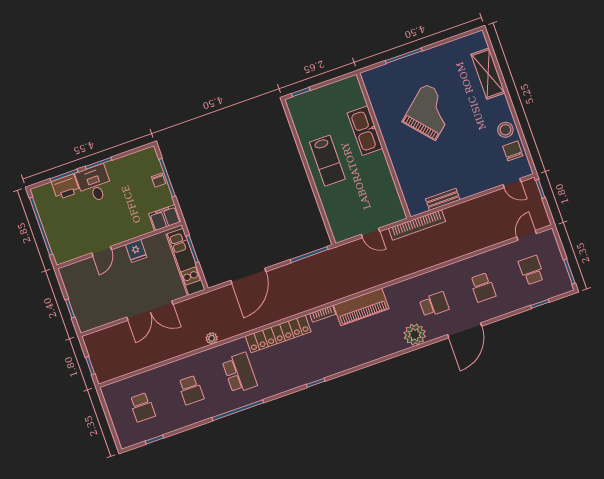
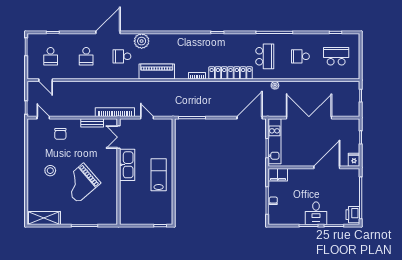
shelving: (488, 74) -> (44, 218), moved, turned 90
stool: (505, 130) -> (50, 171), moved
kitchen sink: (365, 131) -> (127, 165), moved
chair: (513, 151) -> (60, 134), moved
printer: (65, 187) -> (353, 215), moved, turned -90
double door: (400, 193) -> (119, 137), added
door: (527, 235) -> (46, 80), hinge flipped
door: (102, 251) -> (327, 167), width x1.87
fridge: (136, 251) -> (354, 160), moved
door: (248, 276) -> (250, 118), moved
school desk: (483, 287) -> (86, 56), turned 180
piano: (361, 307) -> (157, 71), moved
double door: (150, 311) -> (309, 118), width x1.36
school desk: (240, 373) -> (265, 56), turned 180
school desk: (191, 390) -> (300, 56), turned -90
school desk: (142, 407) -> (336, 56), width x1.85

